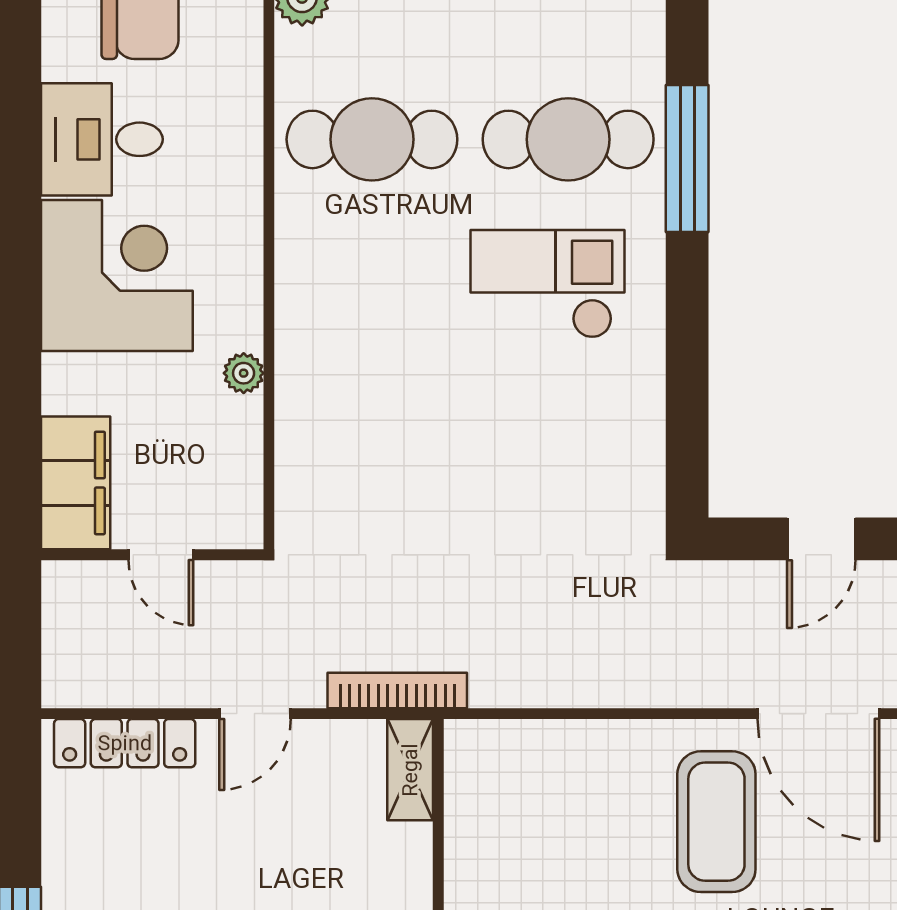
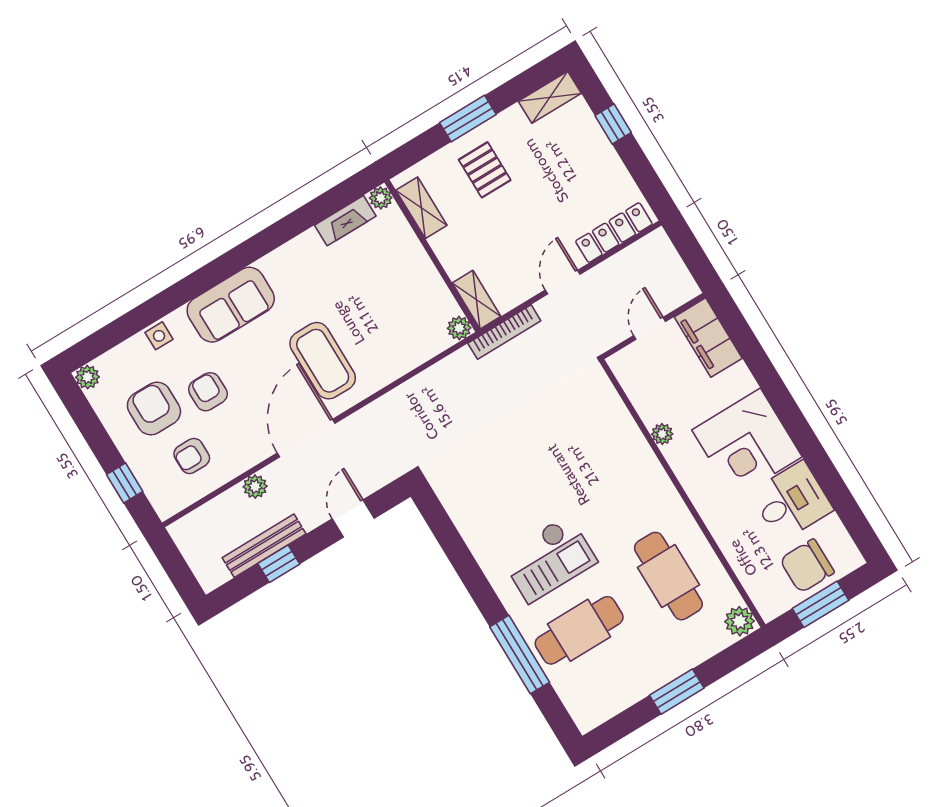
cafe table: (372, 139) -> (668, 576), turned 90
door: (161, 555) -> (650, 328), hinge flipped
door: (818, 714) -> (306, 438), hinge flipped
plant: (466, 741) -> (459, 328), added

